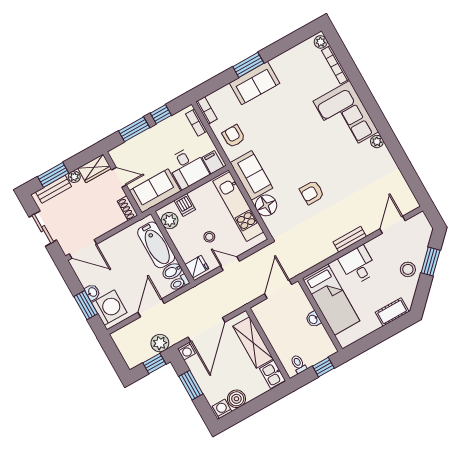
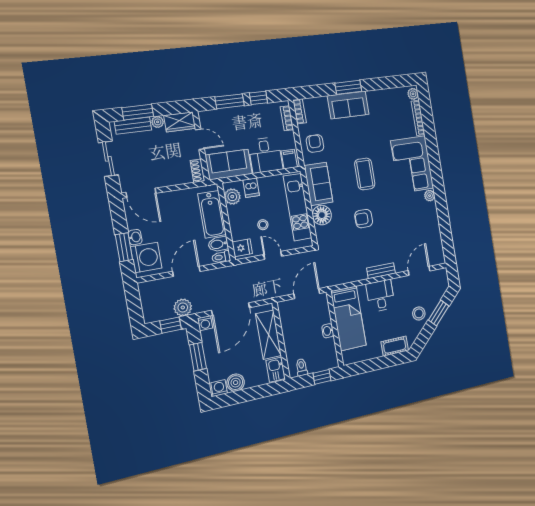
coffee table: (297, 147) -> (365, 174), added

